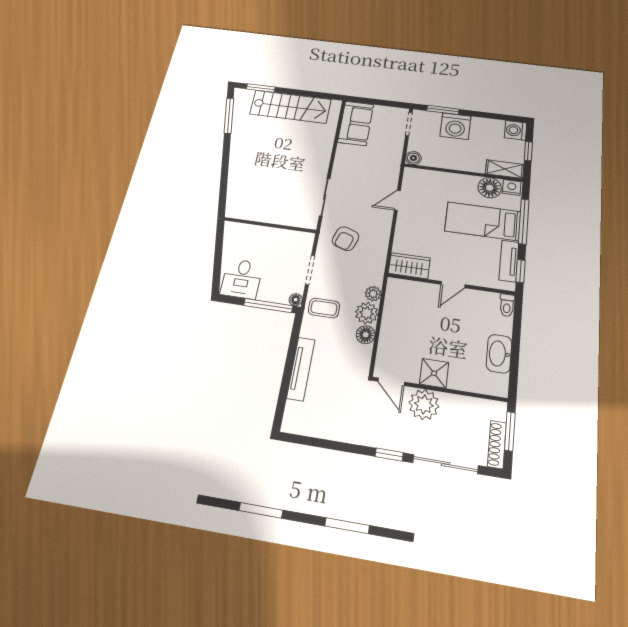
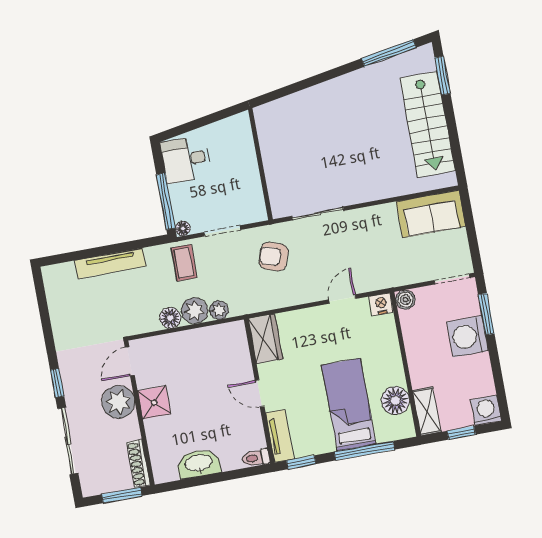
nightstand: (512, 187) -> (381, 304), moved, turned -90
door: (397, 200) -> (342, 299), hinge flipped
tv unit: (509, 261) -> (280, 436), moved, turned 90
shoe rack: (497, 444) -> (138, 464), moved, turned -90

